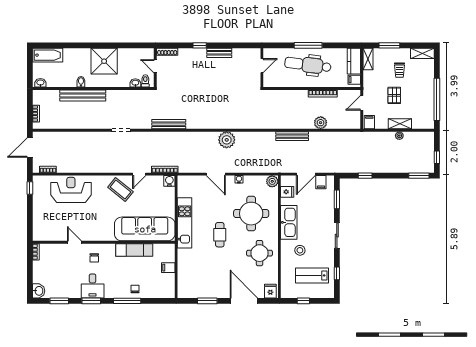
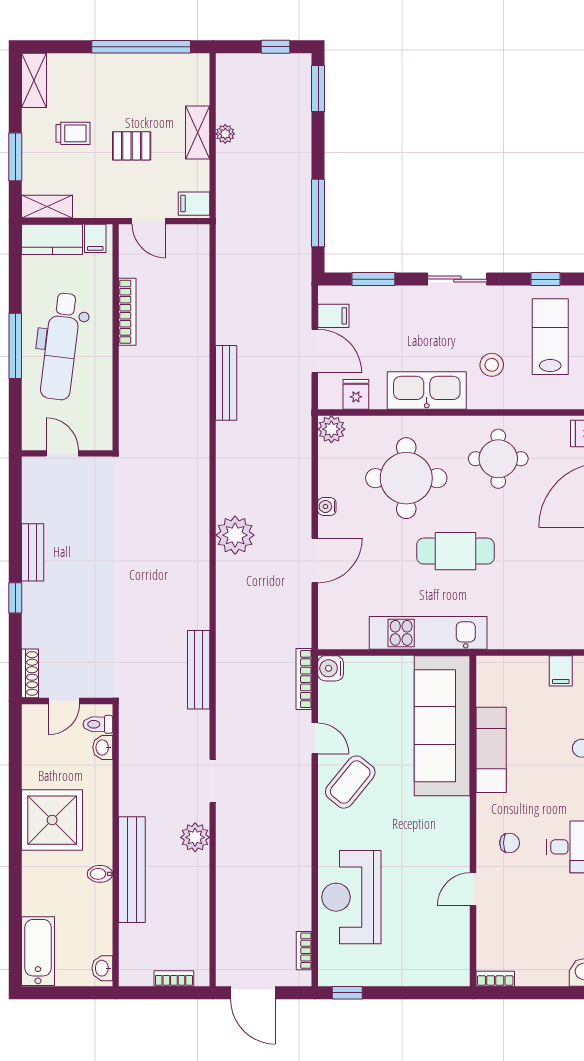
plant: (321, 123) -> (195, 837), moved
window: (365, 176) -> (318, 213), width x2.17
cafe table: (220, 235) -> (456, 551), width x1.37, depth x1.35
filing cabinet: (168, 268) -> (561, 671), moved
lab bench: (312, 275) -> (550, 337), turned 180

